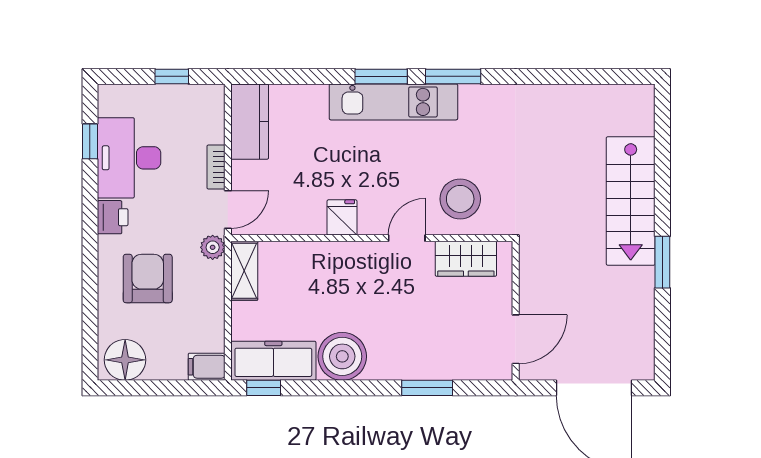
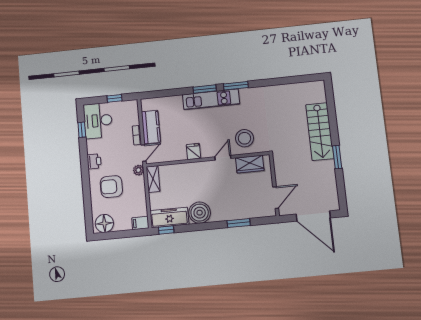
kitchen counter: (250, 122) -> (151, 127), moved
desk: (129, 158) -> (98, 121), moved
armchair: (148, 279) -> (111, 187), turned -90

